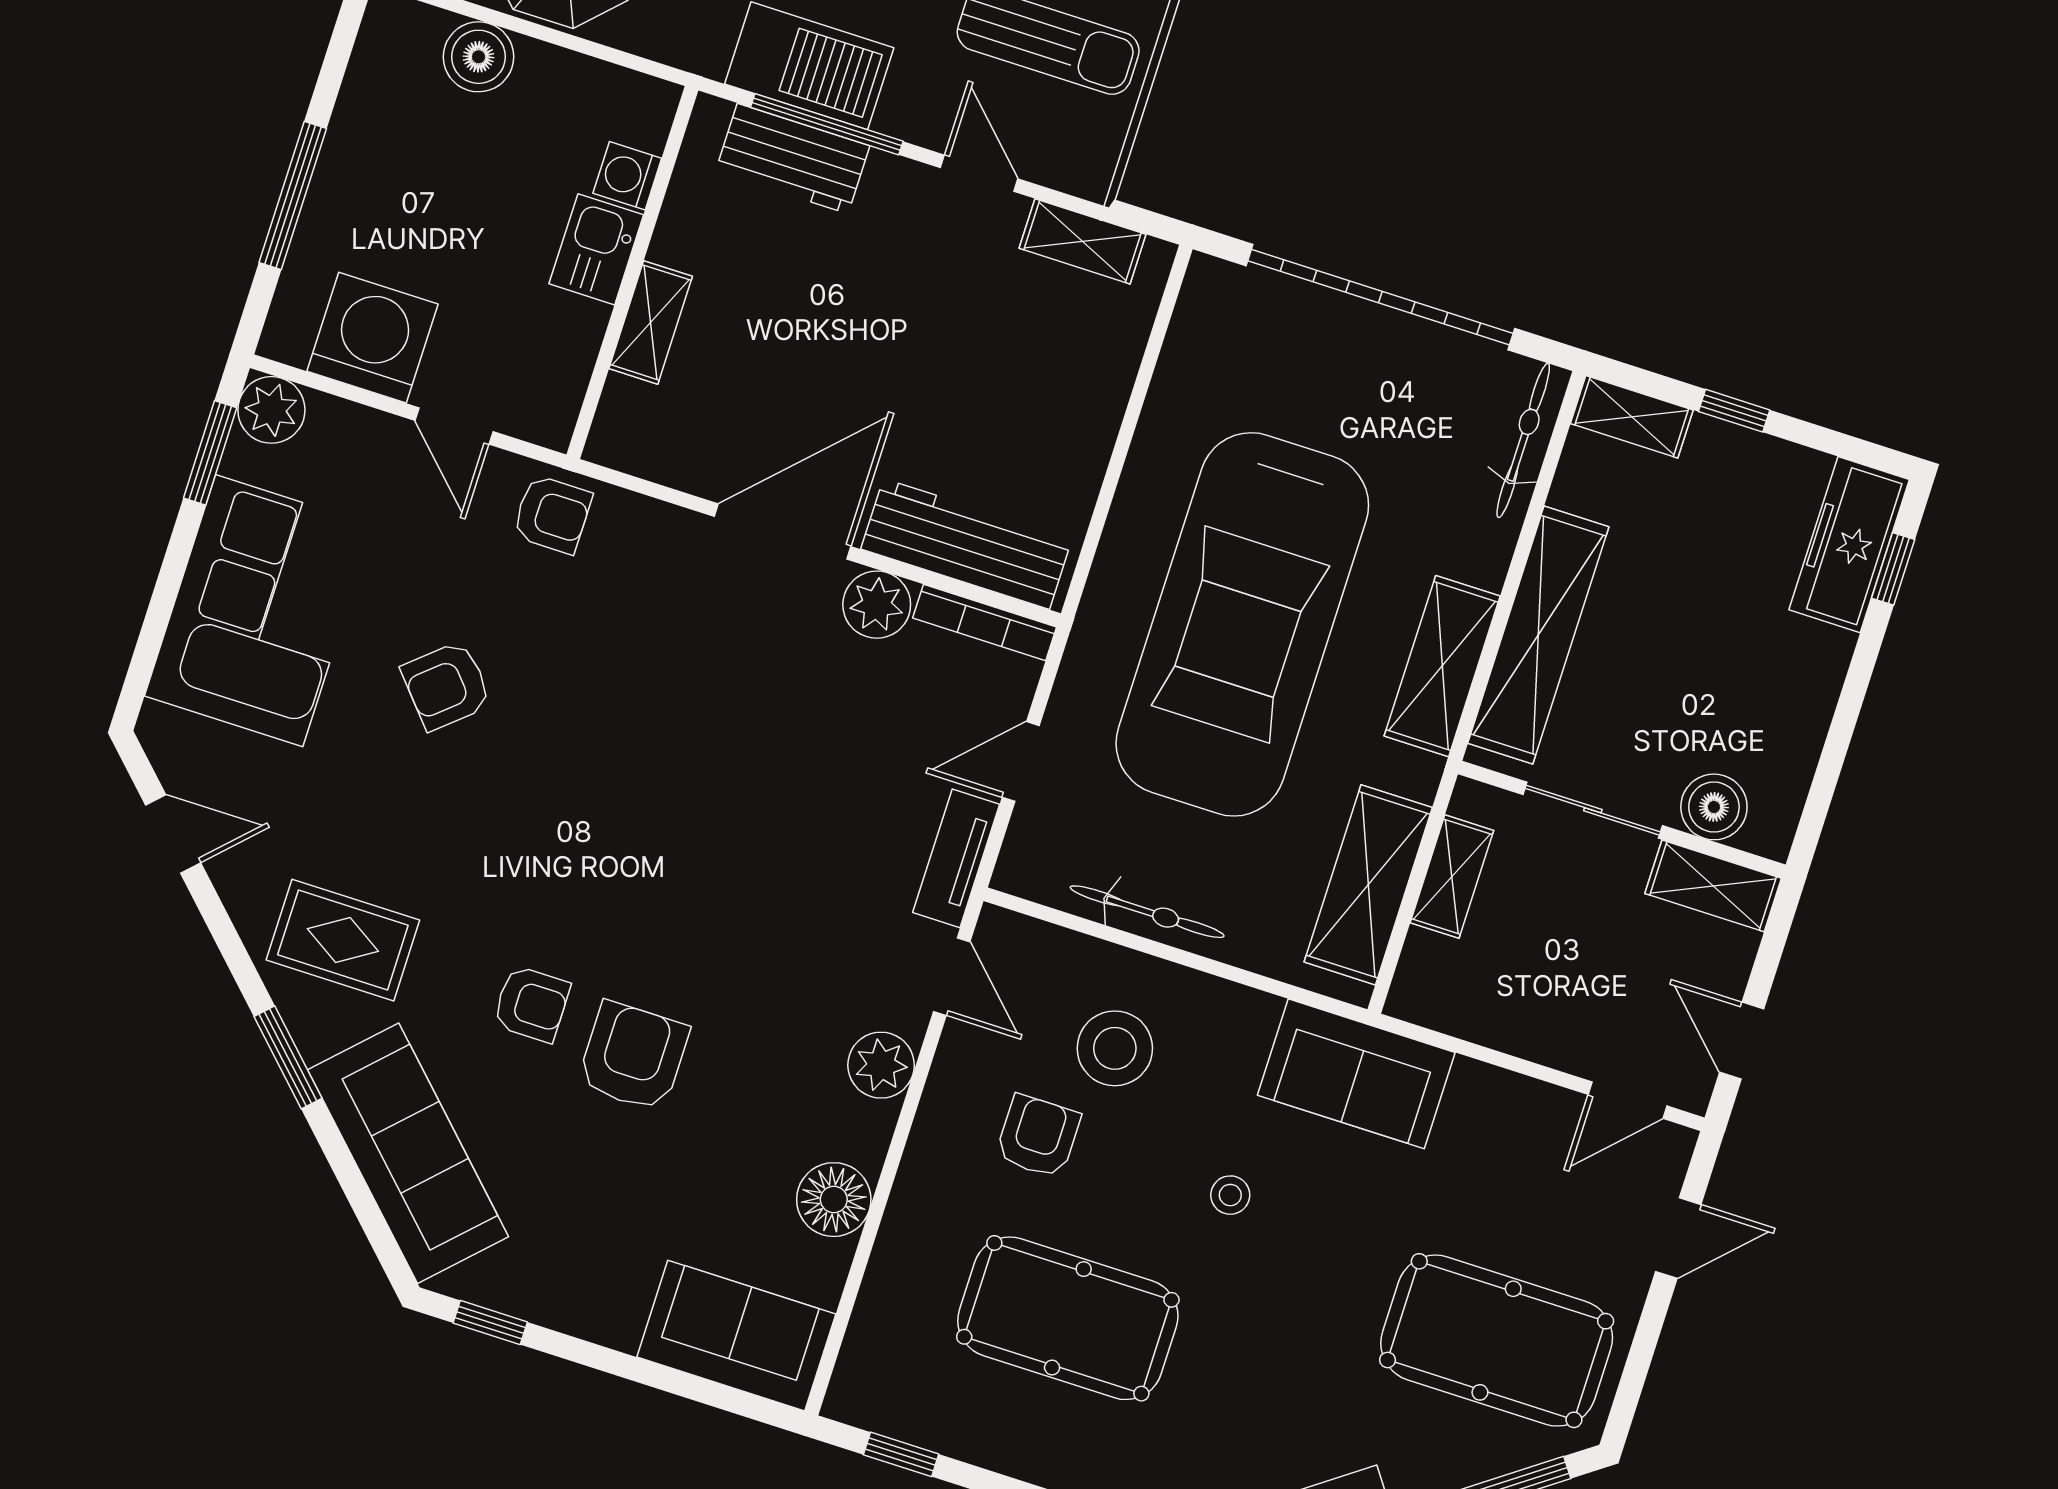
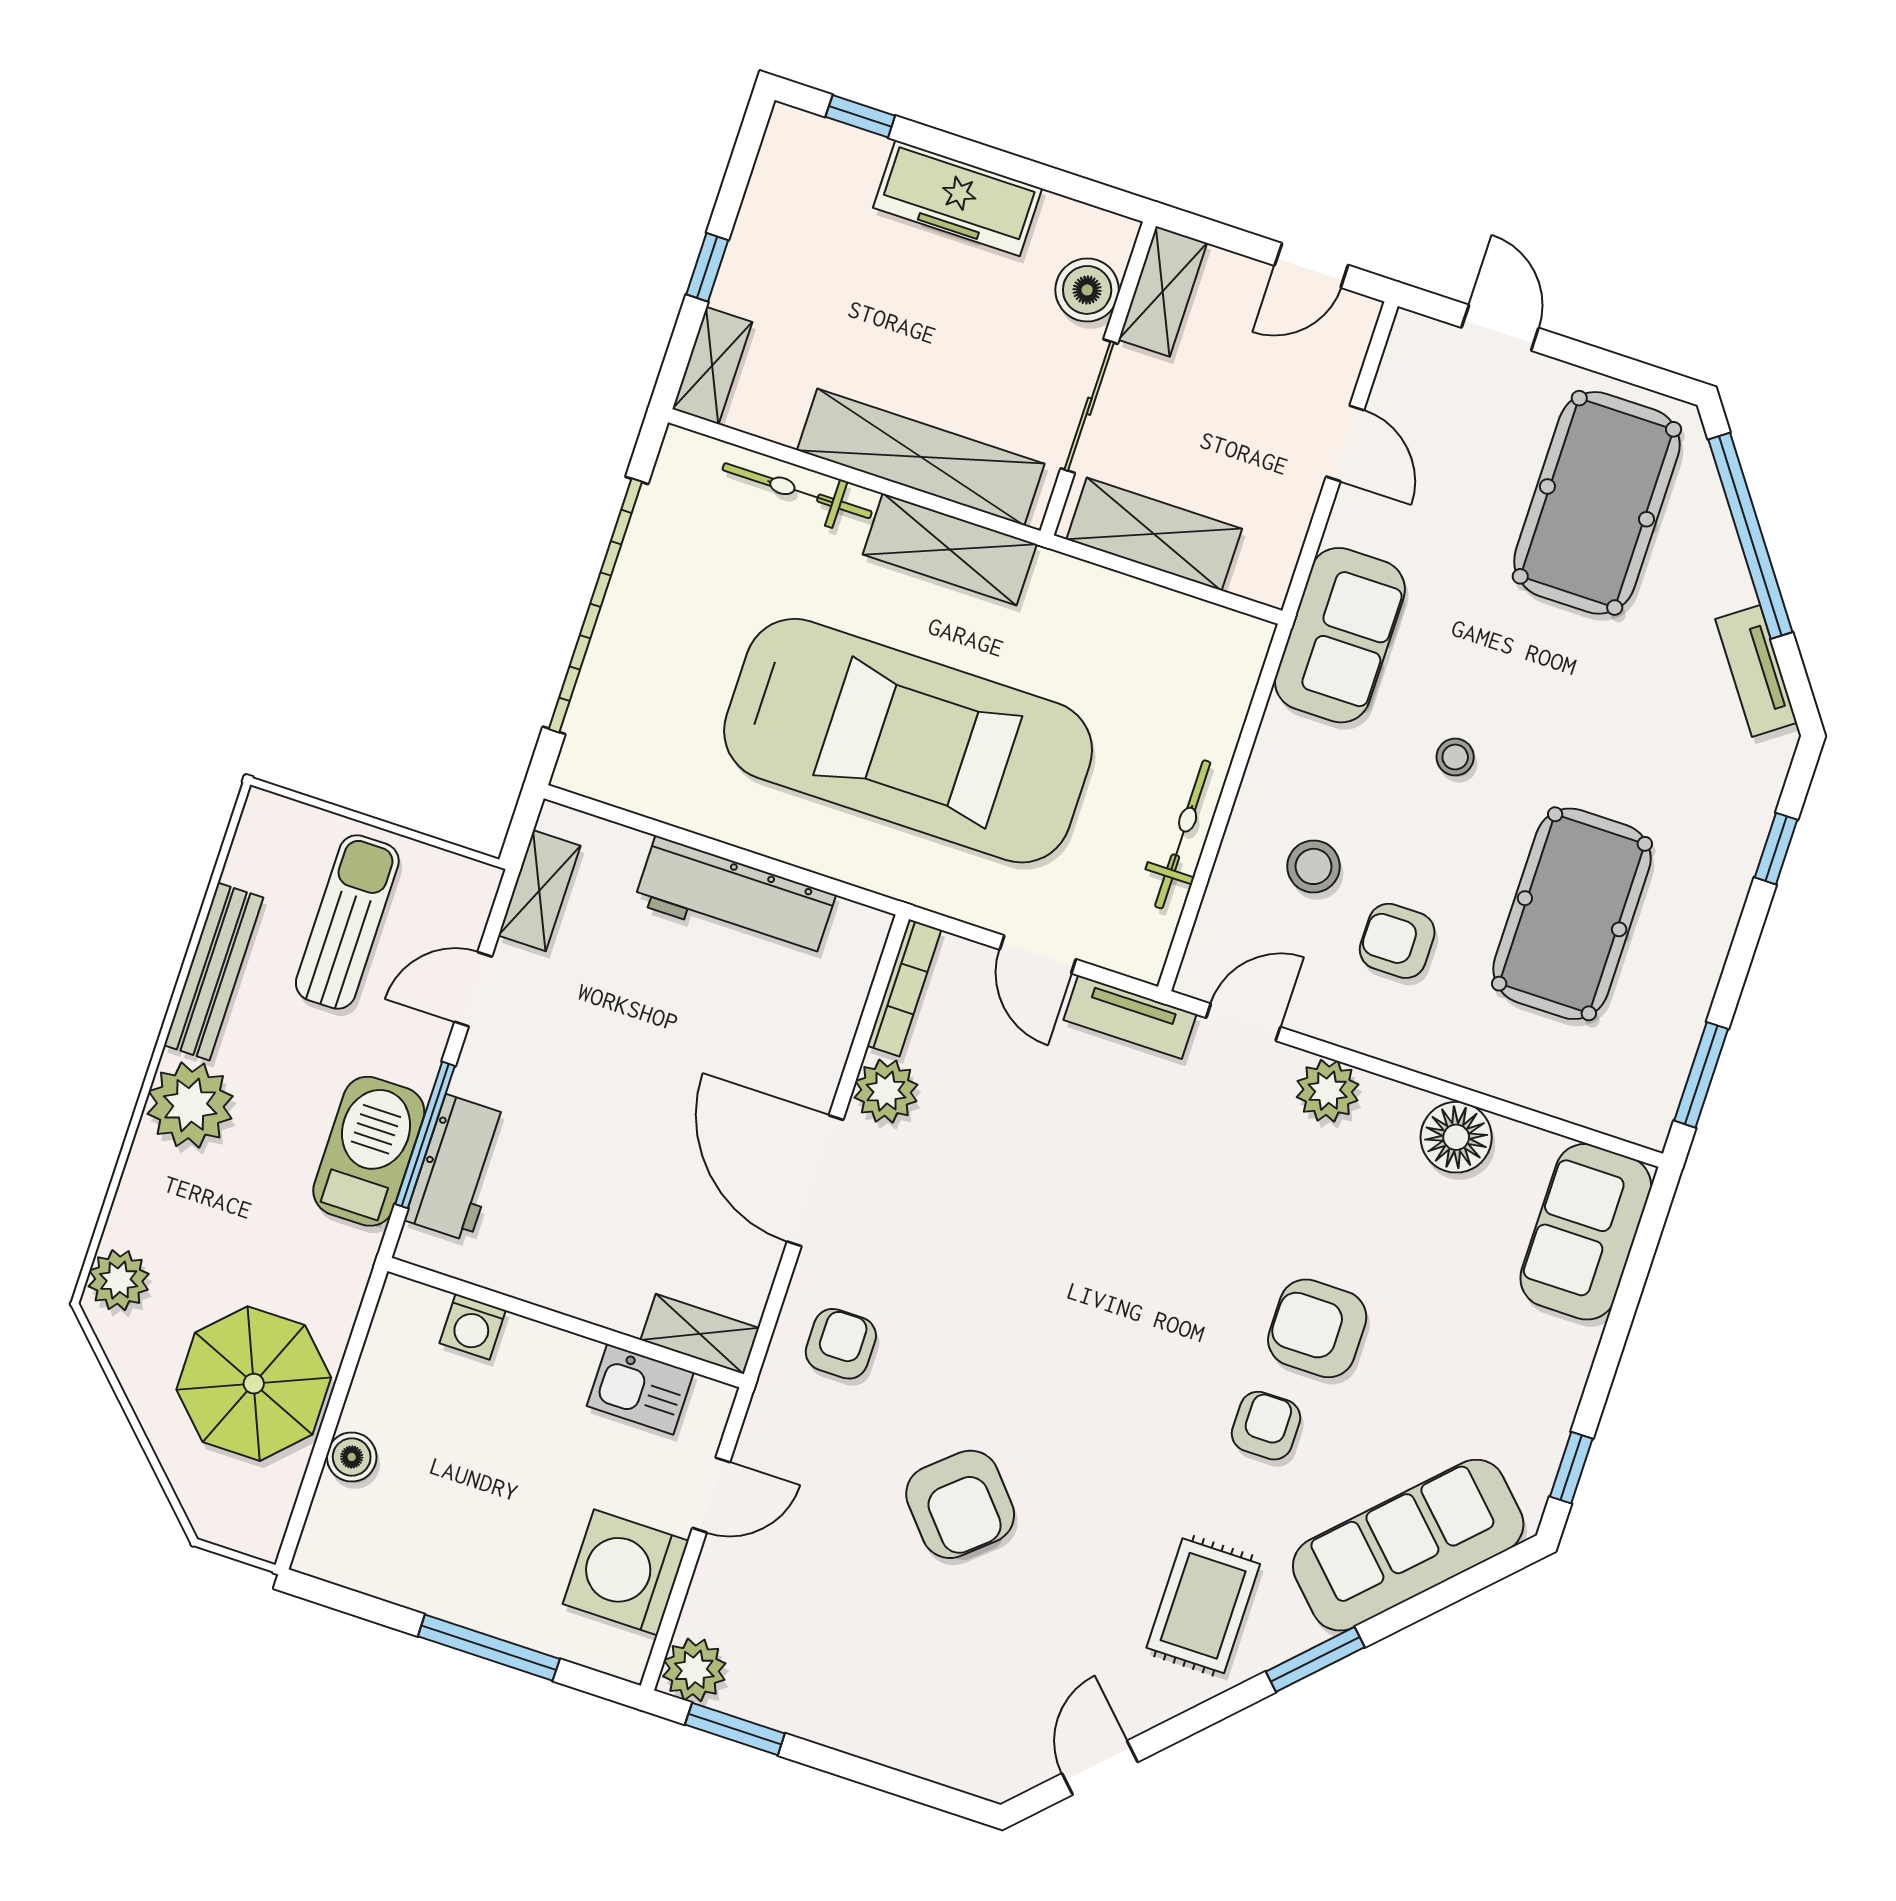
boiler: (479, 57) -> (352, 1457), width x0.73, depth x0.73
kitchen sink: (596, 249) -> (640, 1389), moved
shelving: (651, 322) -> (700, 1334), moved
bicycle: (1523, 440) -> (797, 491), moved
armchair: (552, 514) -> (841, 1344), moved
workbench: (966, 544) -> (735, 899), moved, turned -90
freezer: (1849, 545) -> (958, 198), moved
corner sofa: (259, 611) -> (887, 1683), removed
armchair: (446, 686) -> (960, 1504), width x1.38, depth x1.38
shelving: (1452, 877) -> (1154, 534), width x1.50, depth x1.33
shelving: (1368, 885) -> (1159, 622), removed
stool: (1115, 1048) -> (1314, 866), width x0.73, depth x0.73
door: (1627, 1100) -> (1345, 443), moved
window: (901, 1454) -> (1701, 1075), width x1.50

